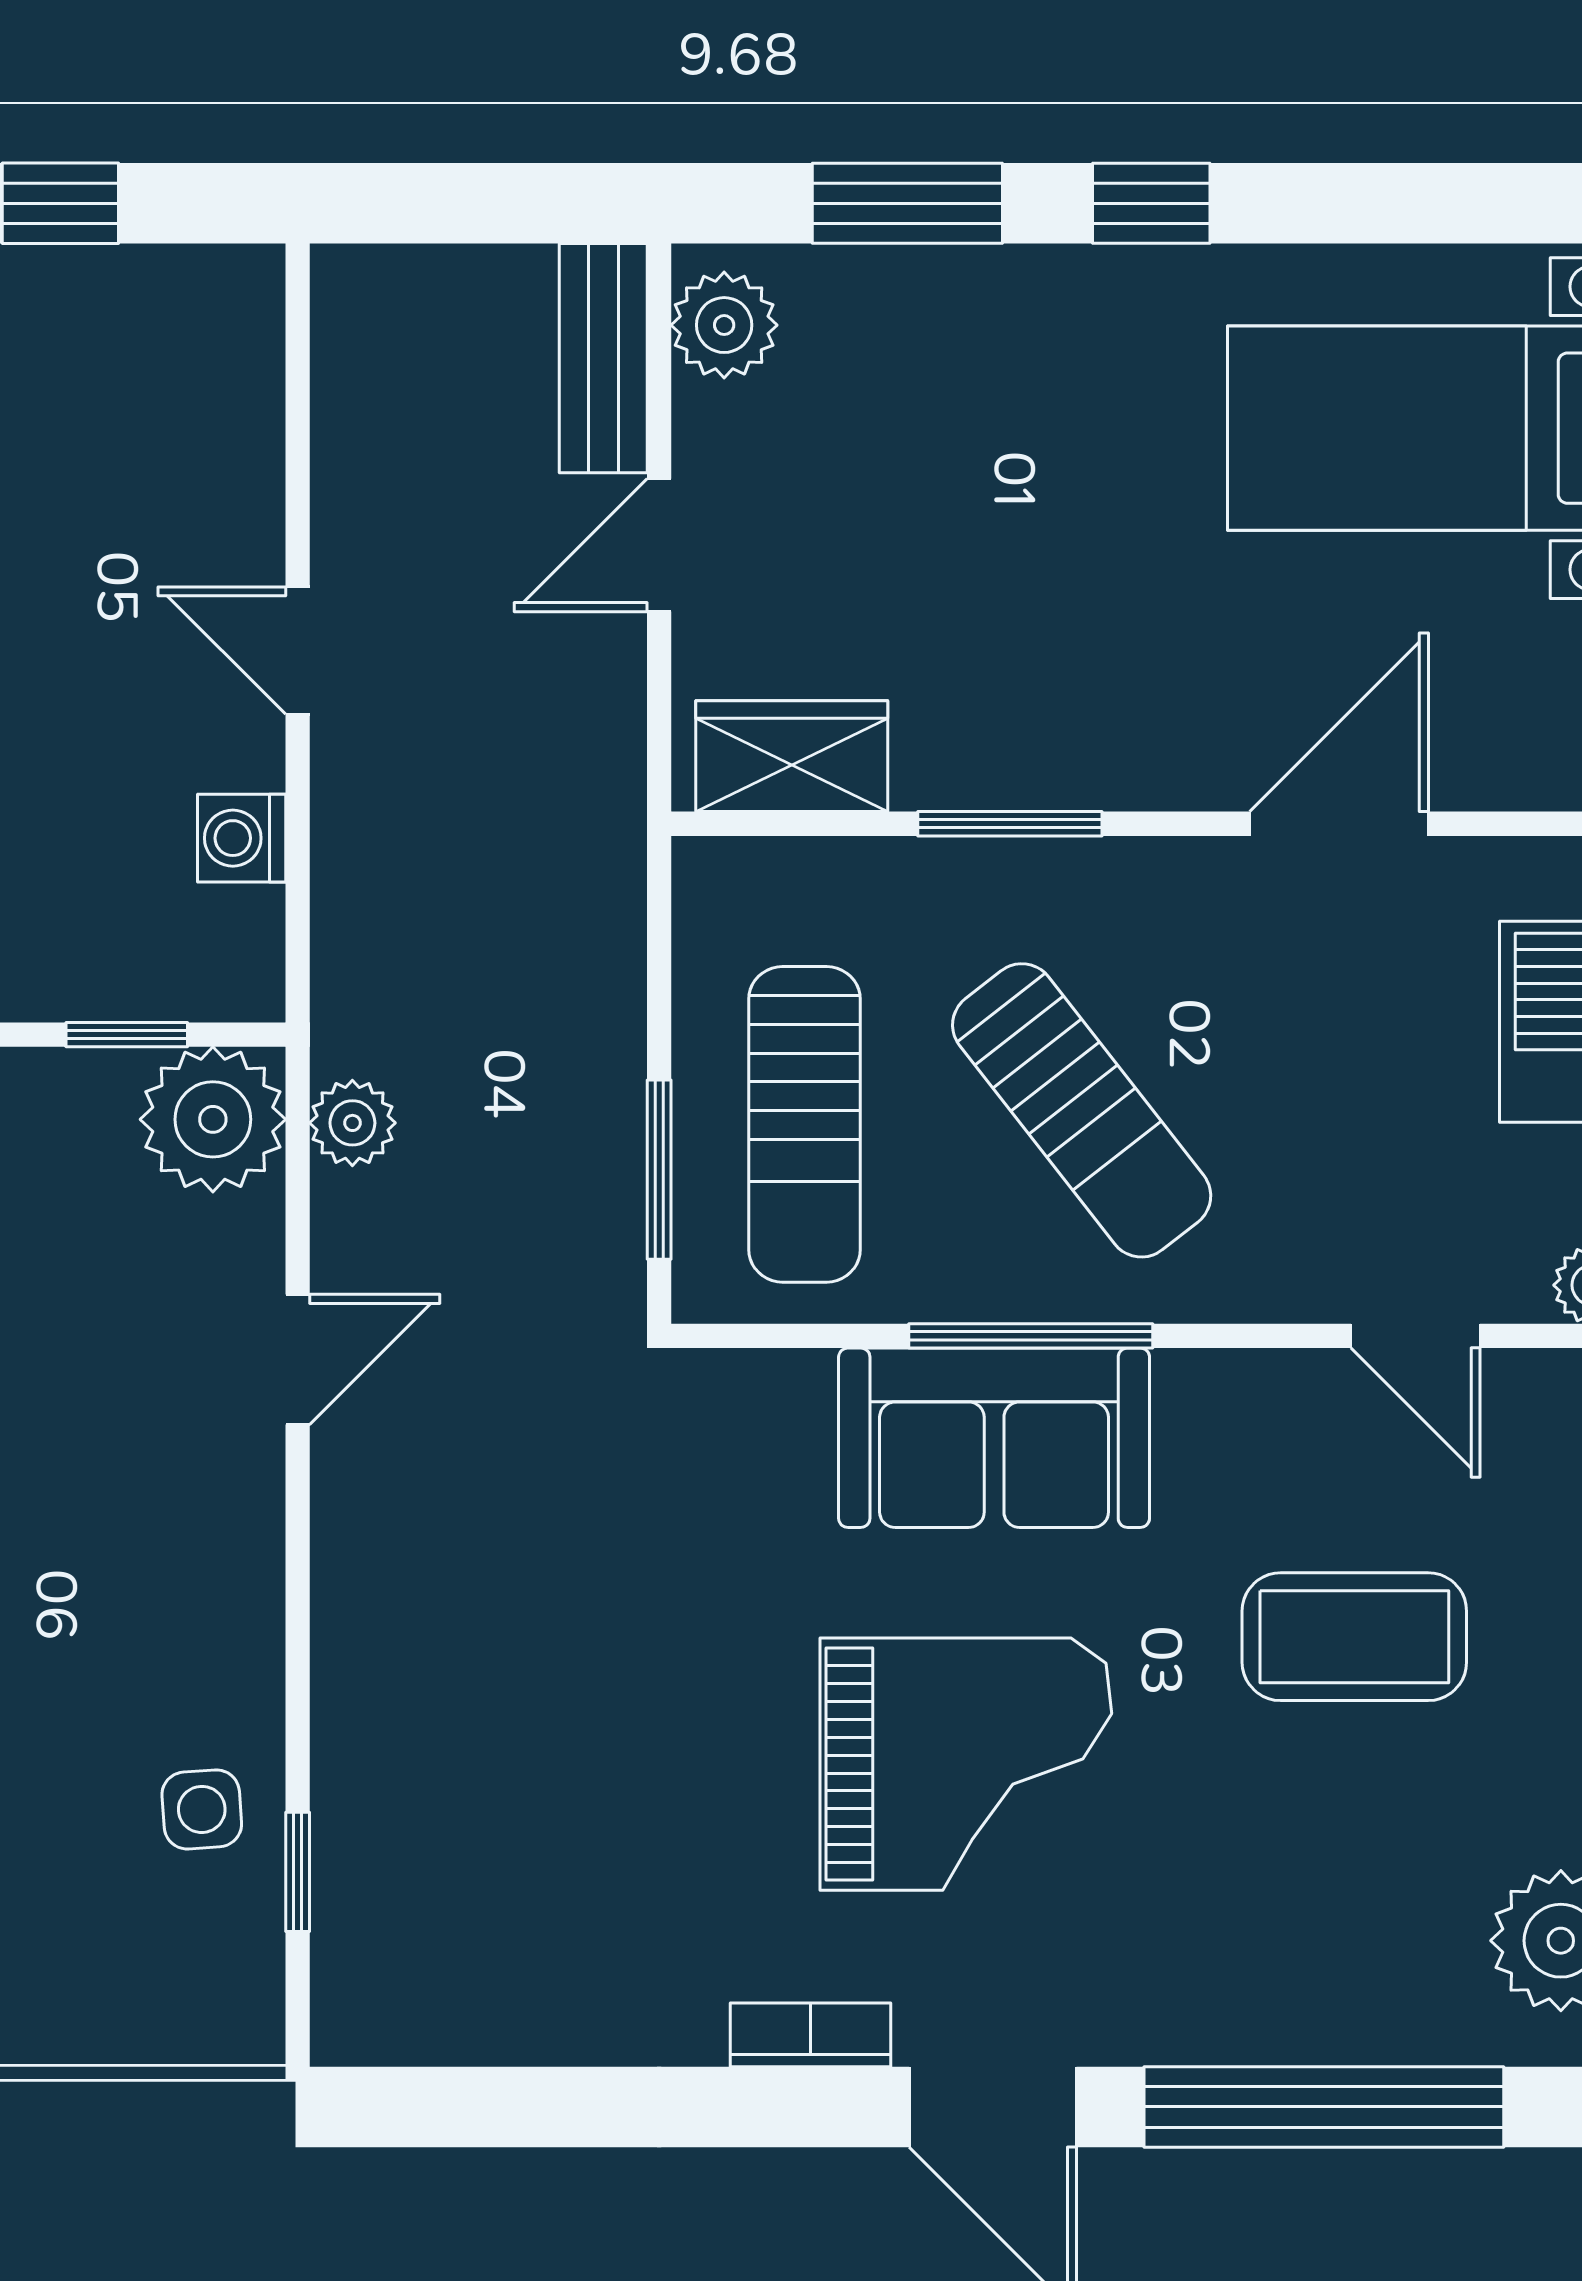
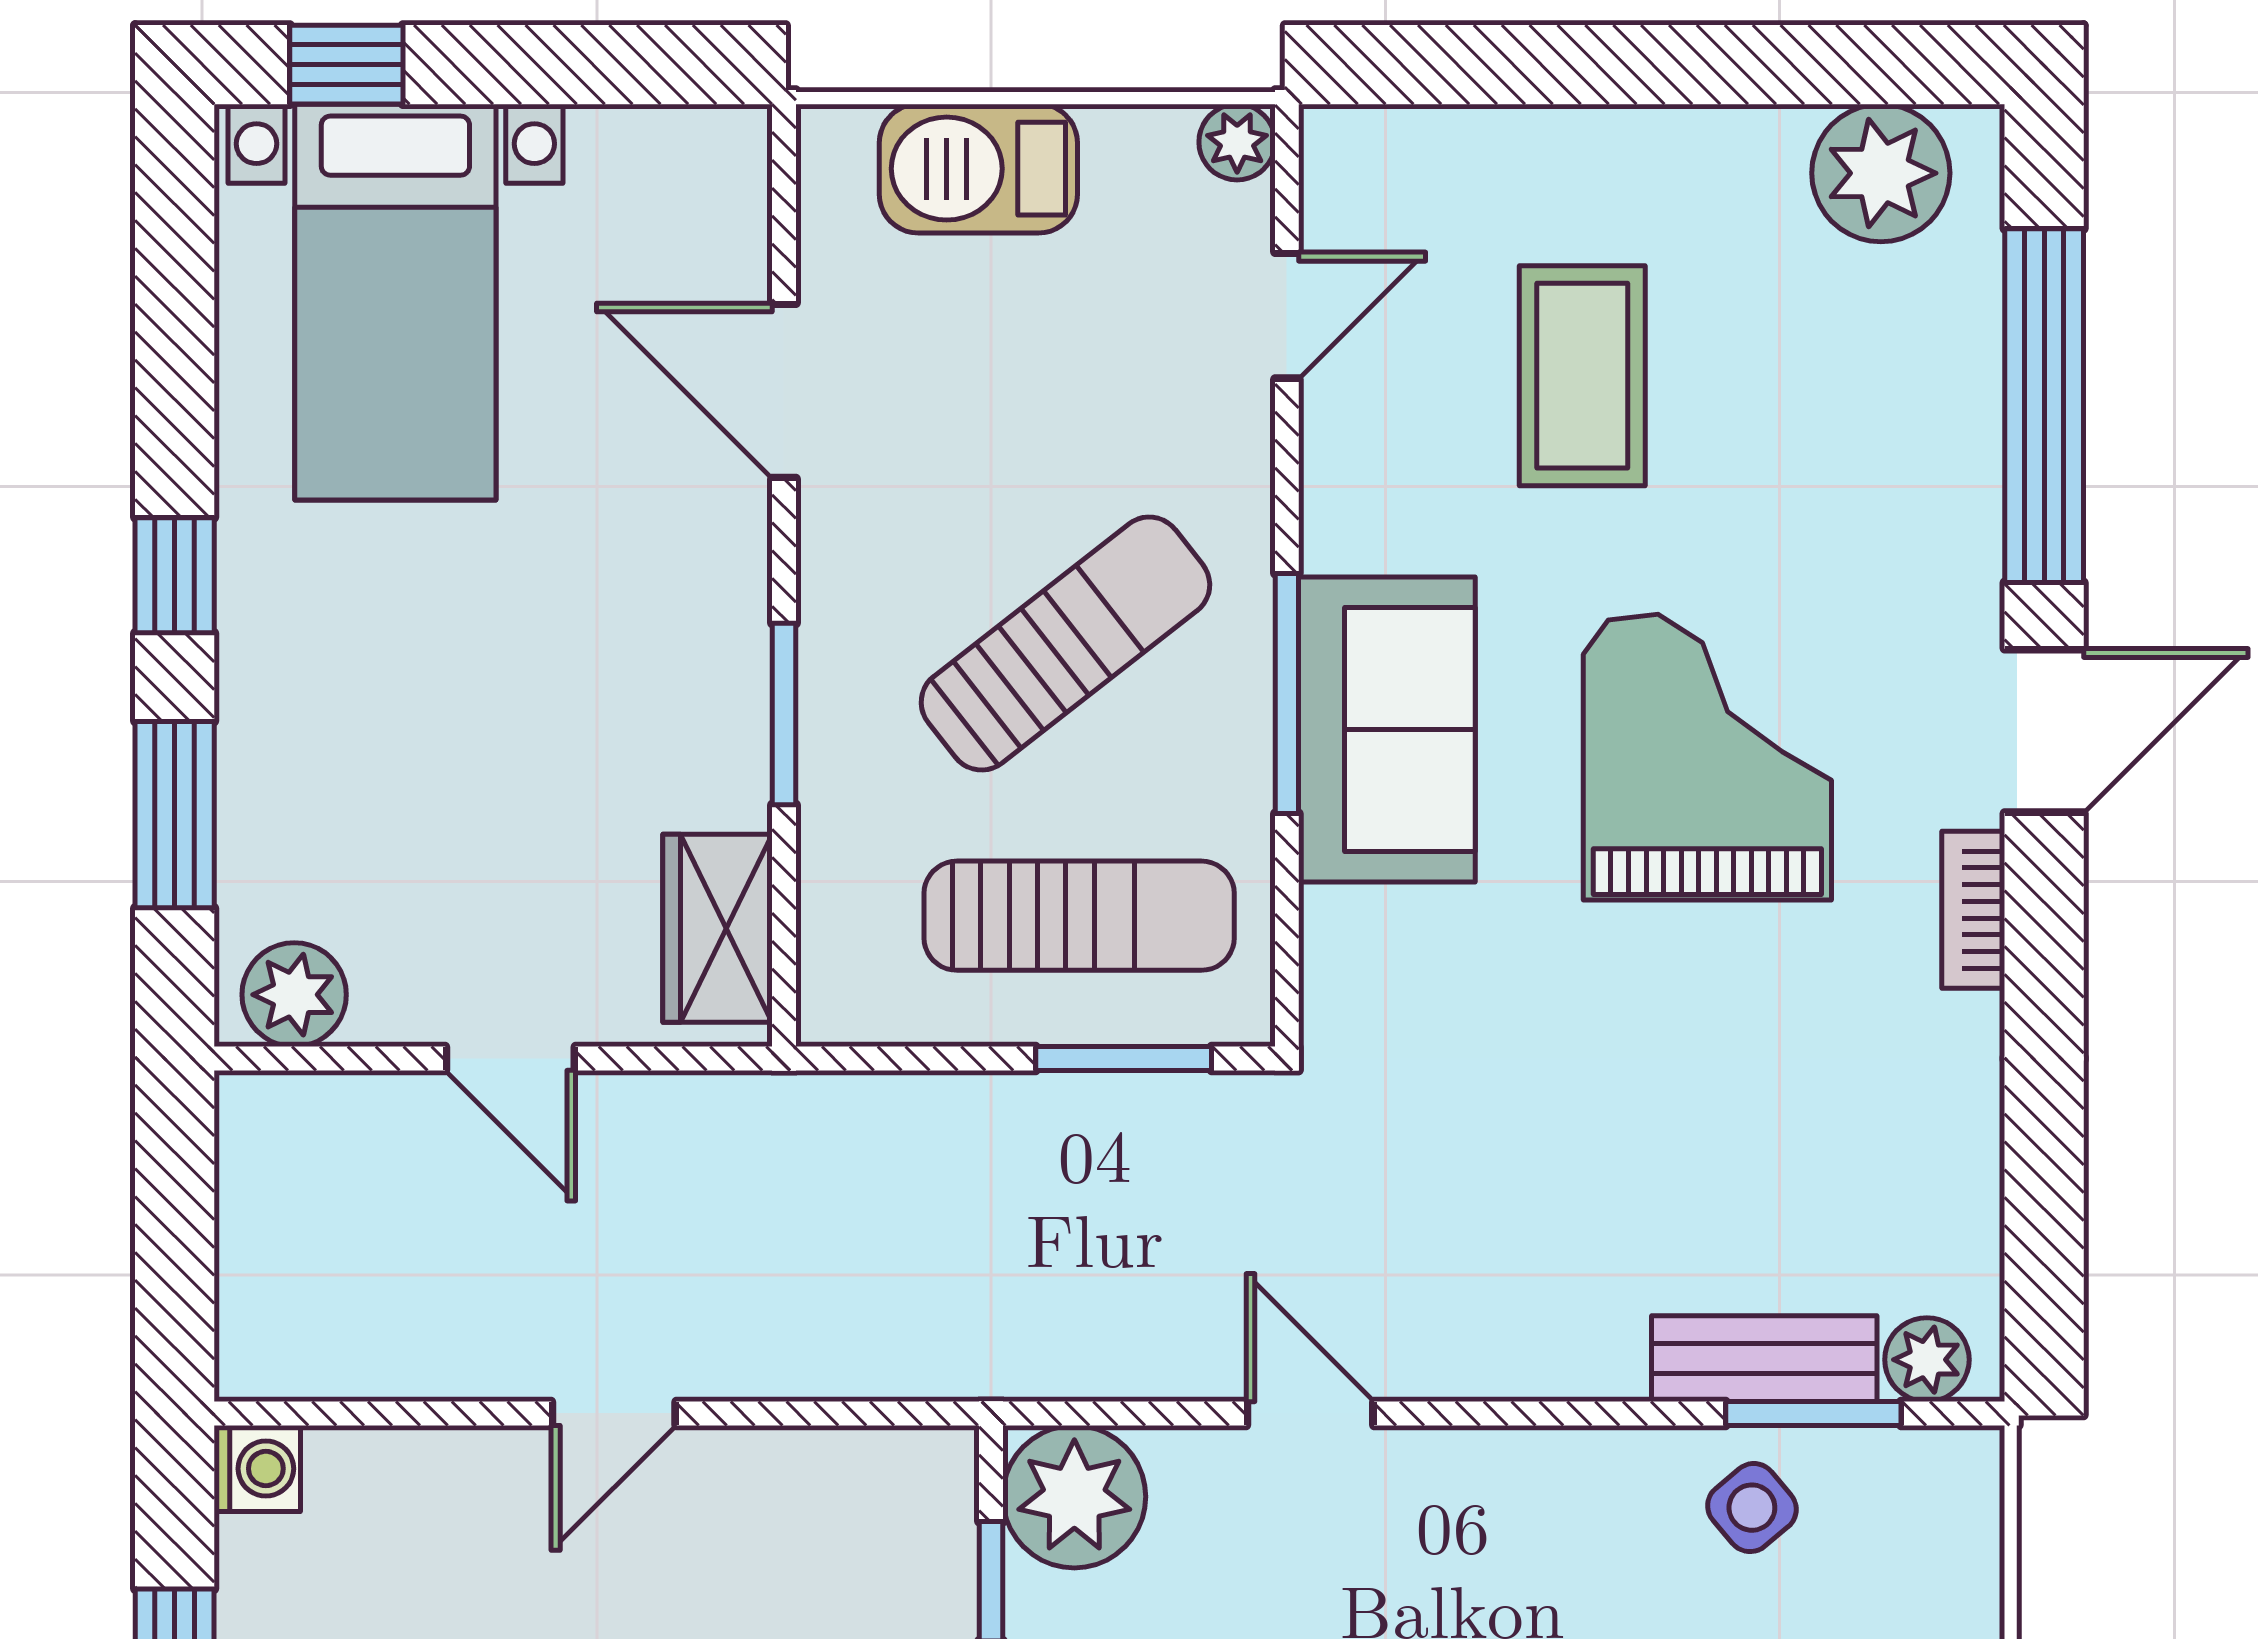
bench: (603, 358) -> (1764, 1359), moved
washing machine: (242, 838) -> (257, 1469), moved, turned -90
plant: (352, 1123) -> (1927, 1360), moved
side table: (202, 1809) -> (1752, 1508), turned -36
window: (298, 1872) -> (1813, 1413), width x1.50

